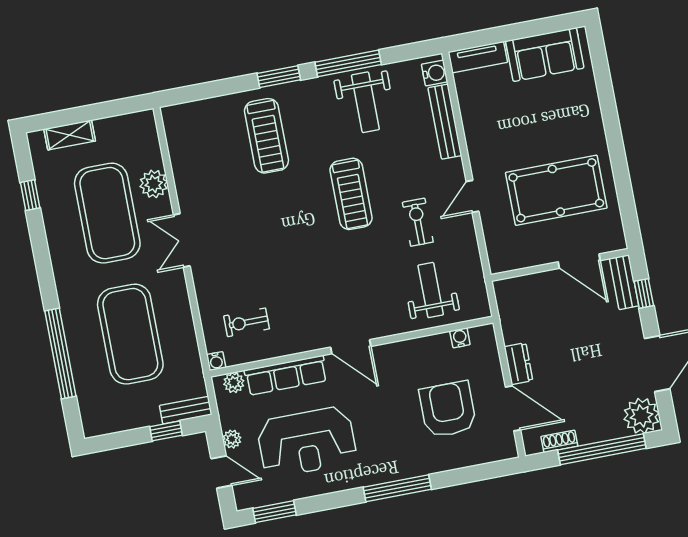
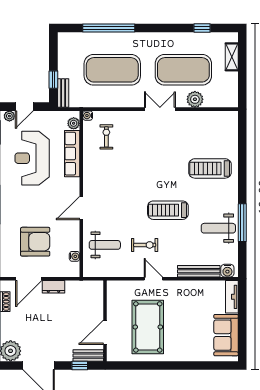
window: (279, 77) -> (242, 182), removed
door: (351, 347) -> (81, 208), moved
plant: (232, 439) -> (9, 116), moved

